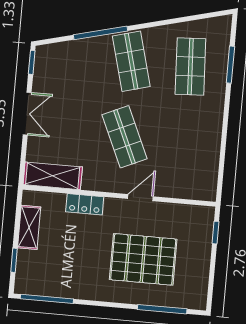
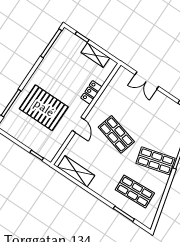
double door: (27, 114) -> (147, 80), moved
shop shelf: (125, 137) -> (116, 134), turned 39
shelving: (53, 176) -> (76, 171), moved, turned 90
pallet: (143, 259) -> (44, 108), turned 90

